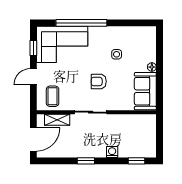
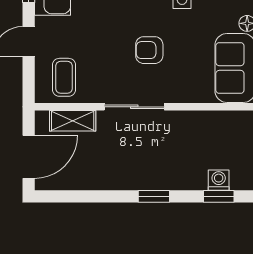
washing machine: (112, 152) -> (219, 180), moved
window: (86, 161) -> (154, 196), moved

